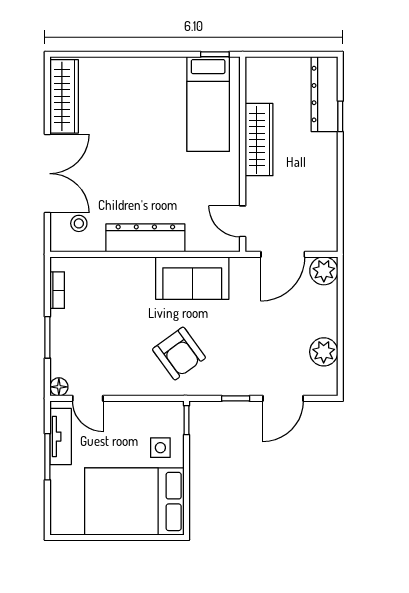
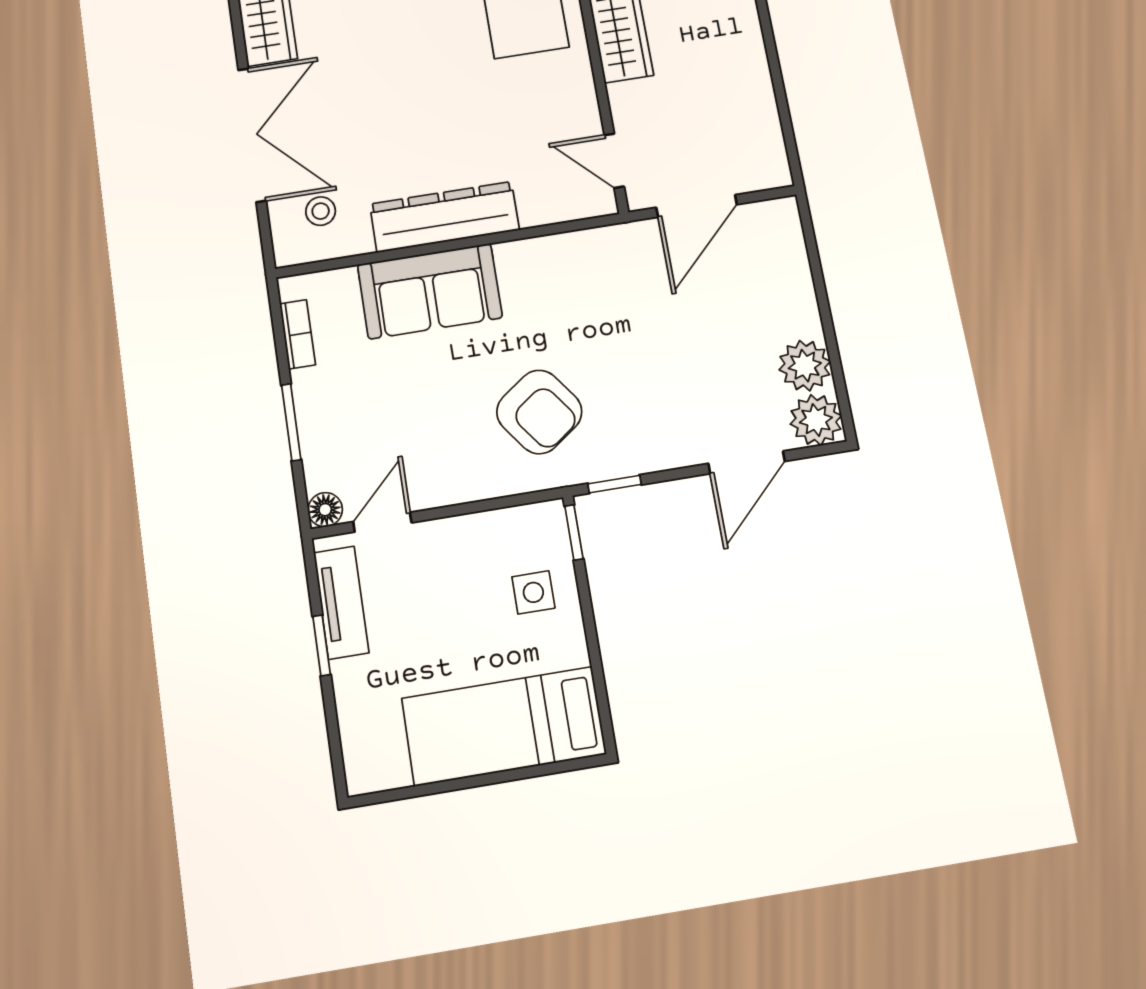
plant: (324, 271) -> (816, 420), moved
sofa: (192, 278) -> (430, 291), moved
door: (88, 398) -> (382, 522), swing flipped
window: (236, 398) -> (614, 484), moved
window: (47, 457) -> (322, 645), width x0.67
bed: (134, 501) -> (504, 726), width x0.67

